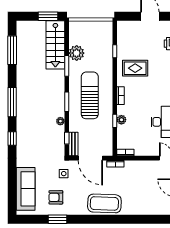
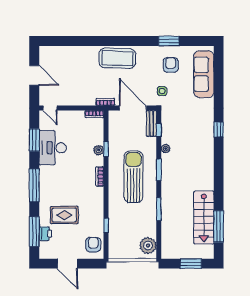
window: (48, 16) -> (191, 264), moved
armchair: (126, 34) -> (93, 245), added
stairs: (55, 45) -> (204, 218), moved, turned 180
plant: (77, 53) -> (148, 246), moved
rug: (135, 68) -> (64, 215), moved
sun lounger: (90, 95) -> (133, 177), turned 180
window: (12, 102) -> (219, 169), removed
armchair: (56, 197) -> (171, 65), turned -90

